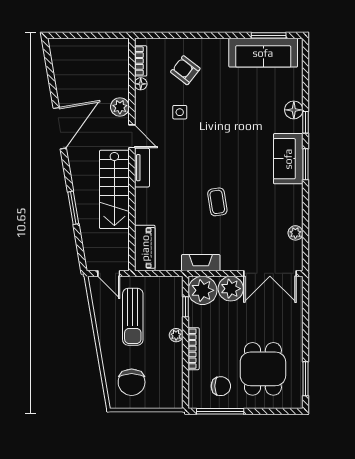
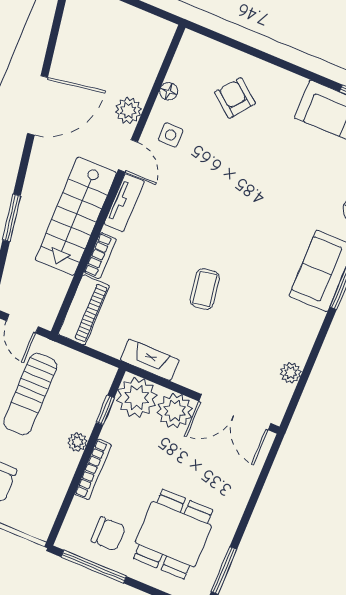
bookcase: (141, 61) -> (100, 256), moved
side table: (180, 112) -> (171, 135), moved

